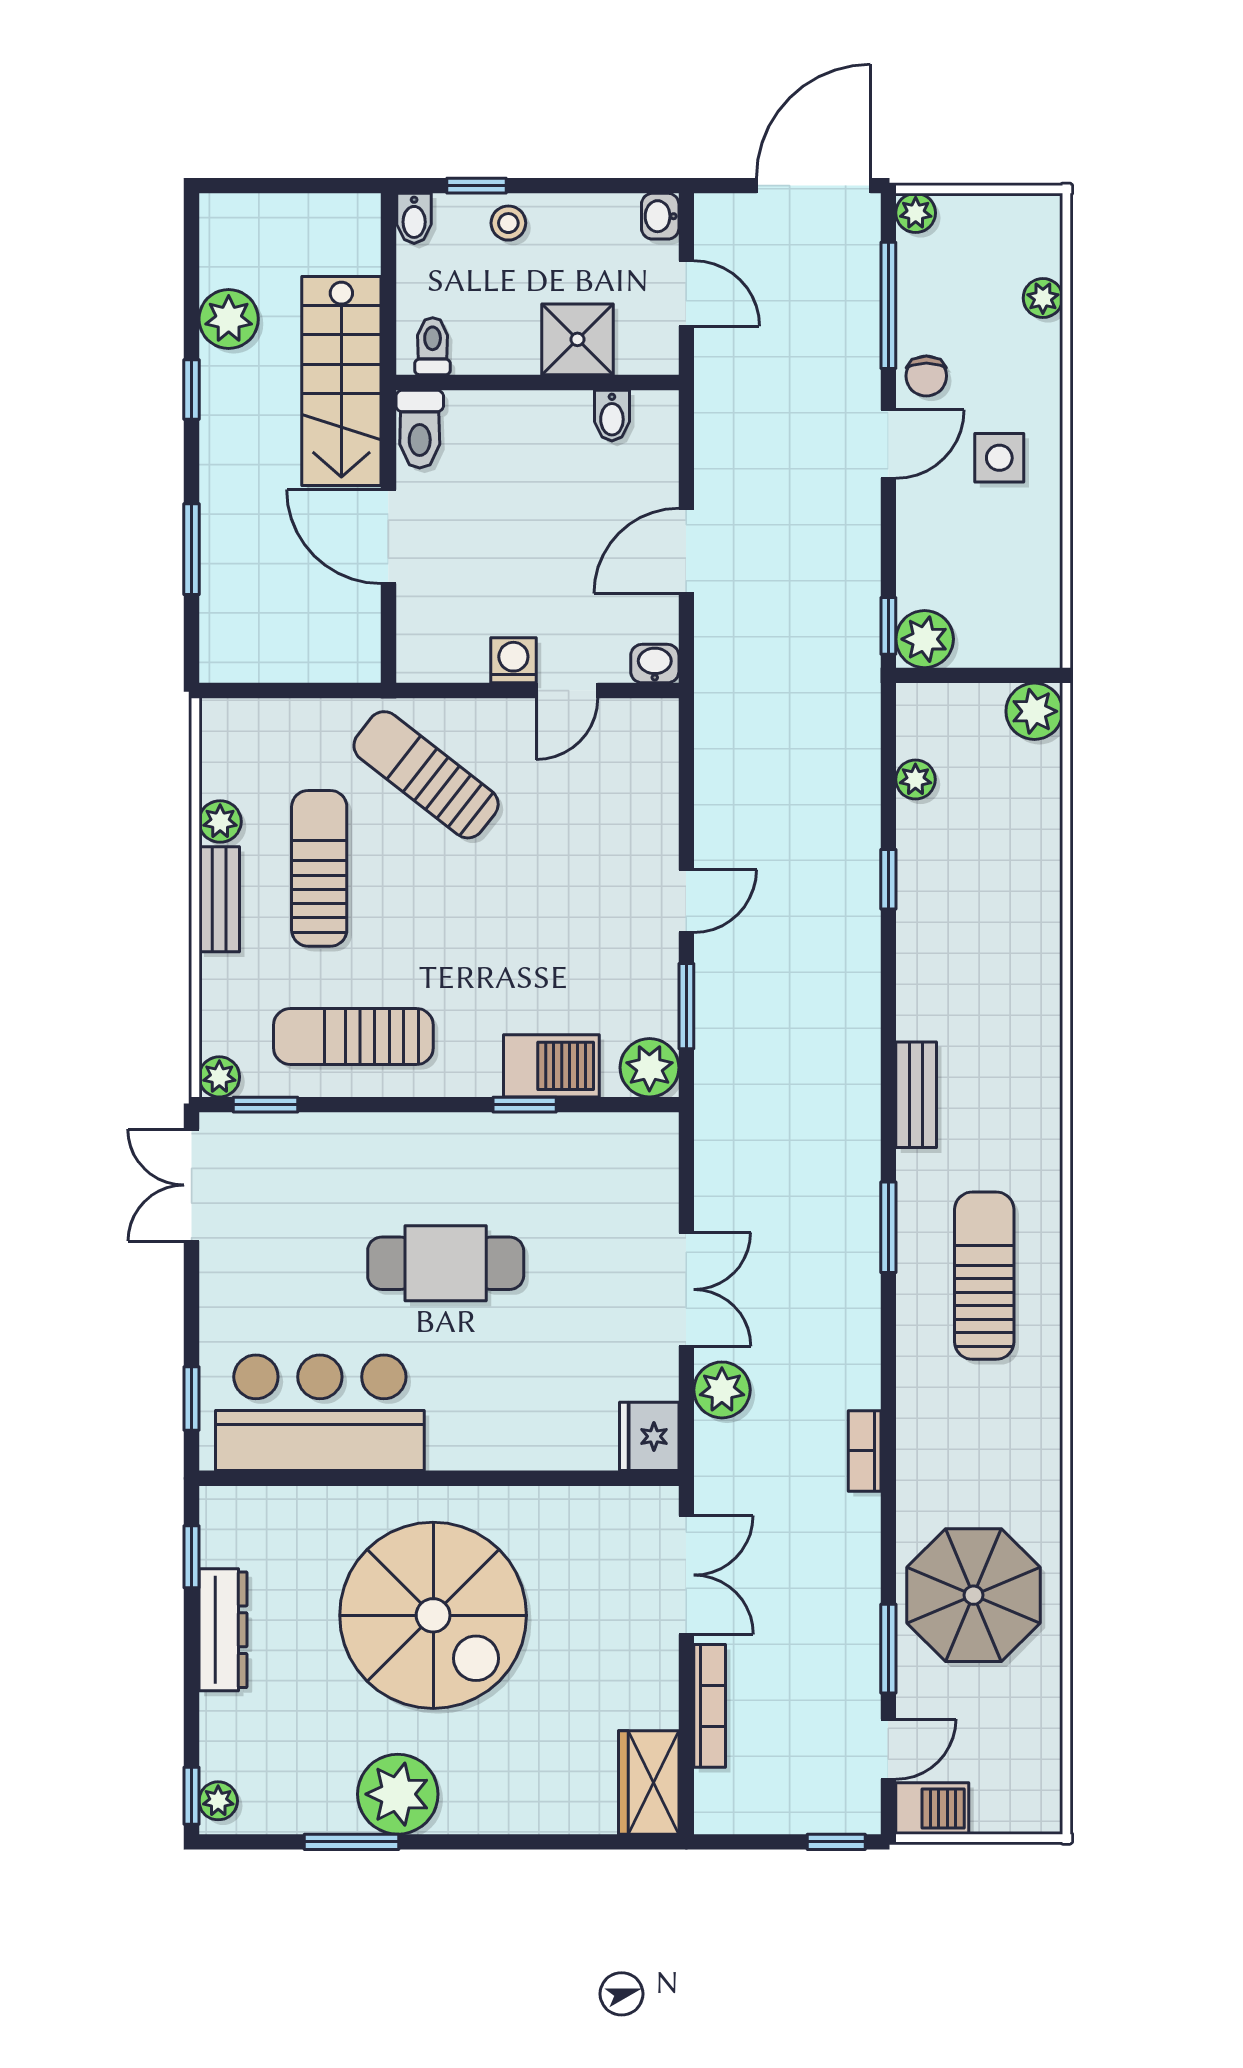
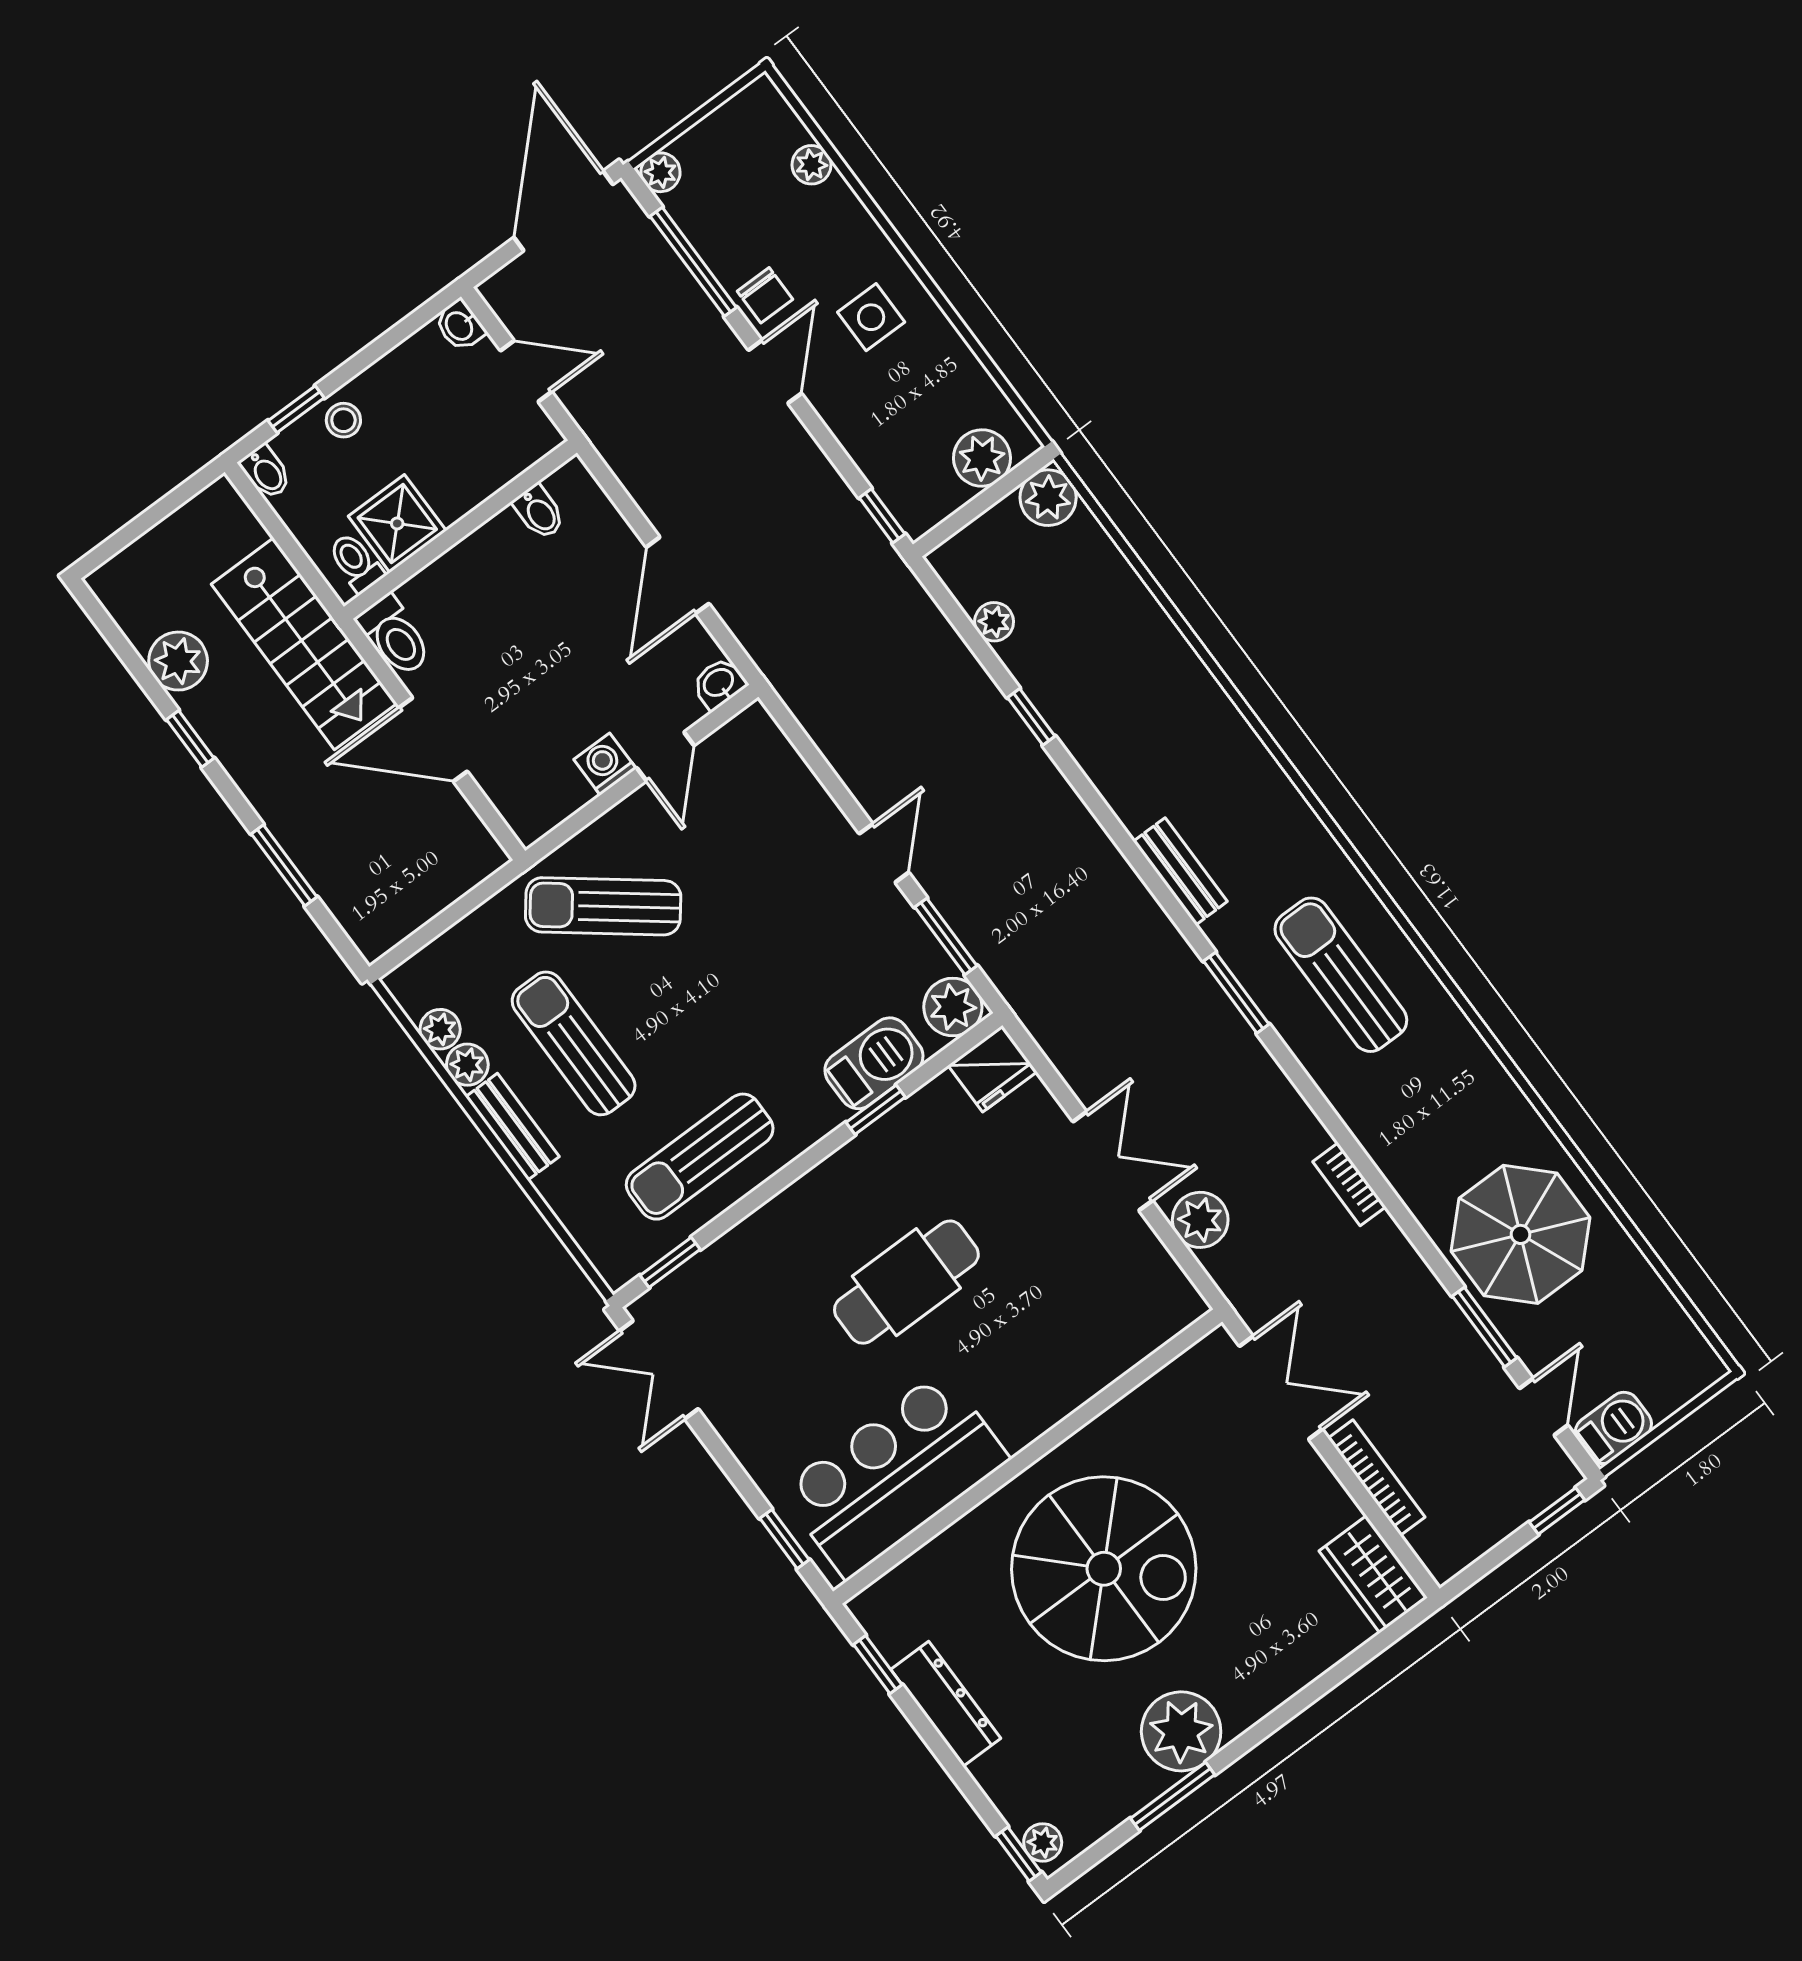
shower: (577, 339) -> (397, 523), moved
plant: (925, 639) -> (982, 458), moved
plant: (219, 1077) -> (440, 1029), moved
fridge: (649, 1436) -> (993, 1069), moved, turned -90

